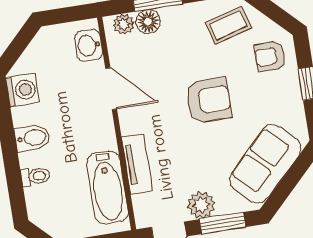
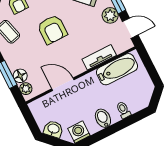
washbasin: (89, 45) -> (53, 129), moved, turned -135
door: (111, 89) -> (63, 84), hinge flipped
armchair: (209, 100) -> (52, 29), turned 180

